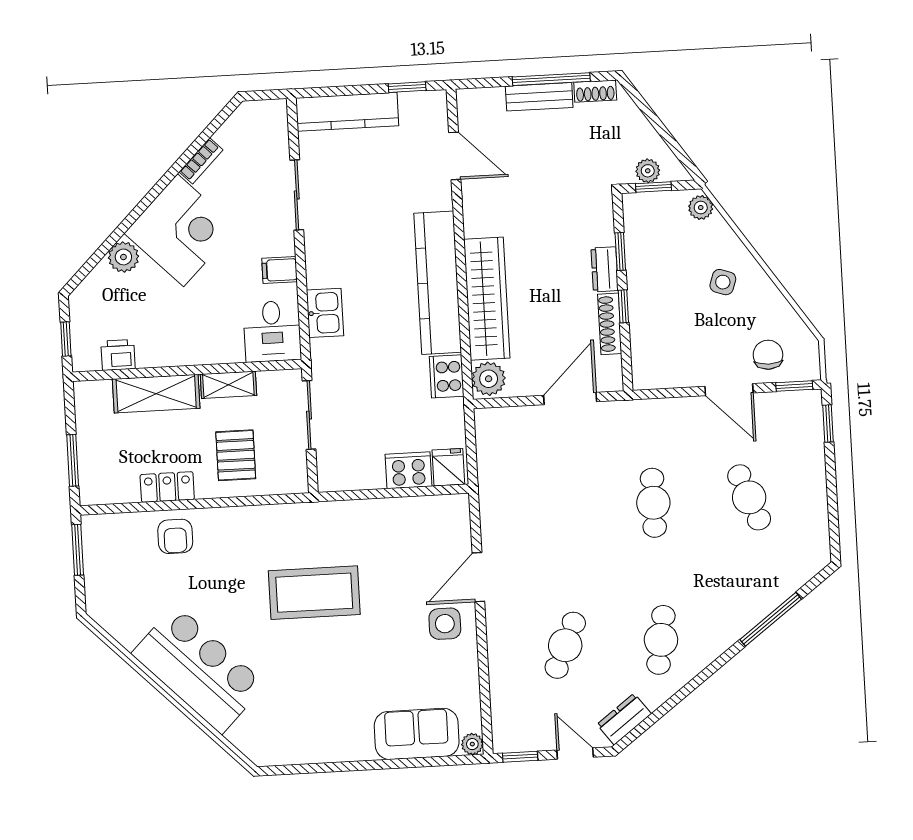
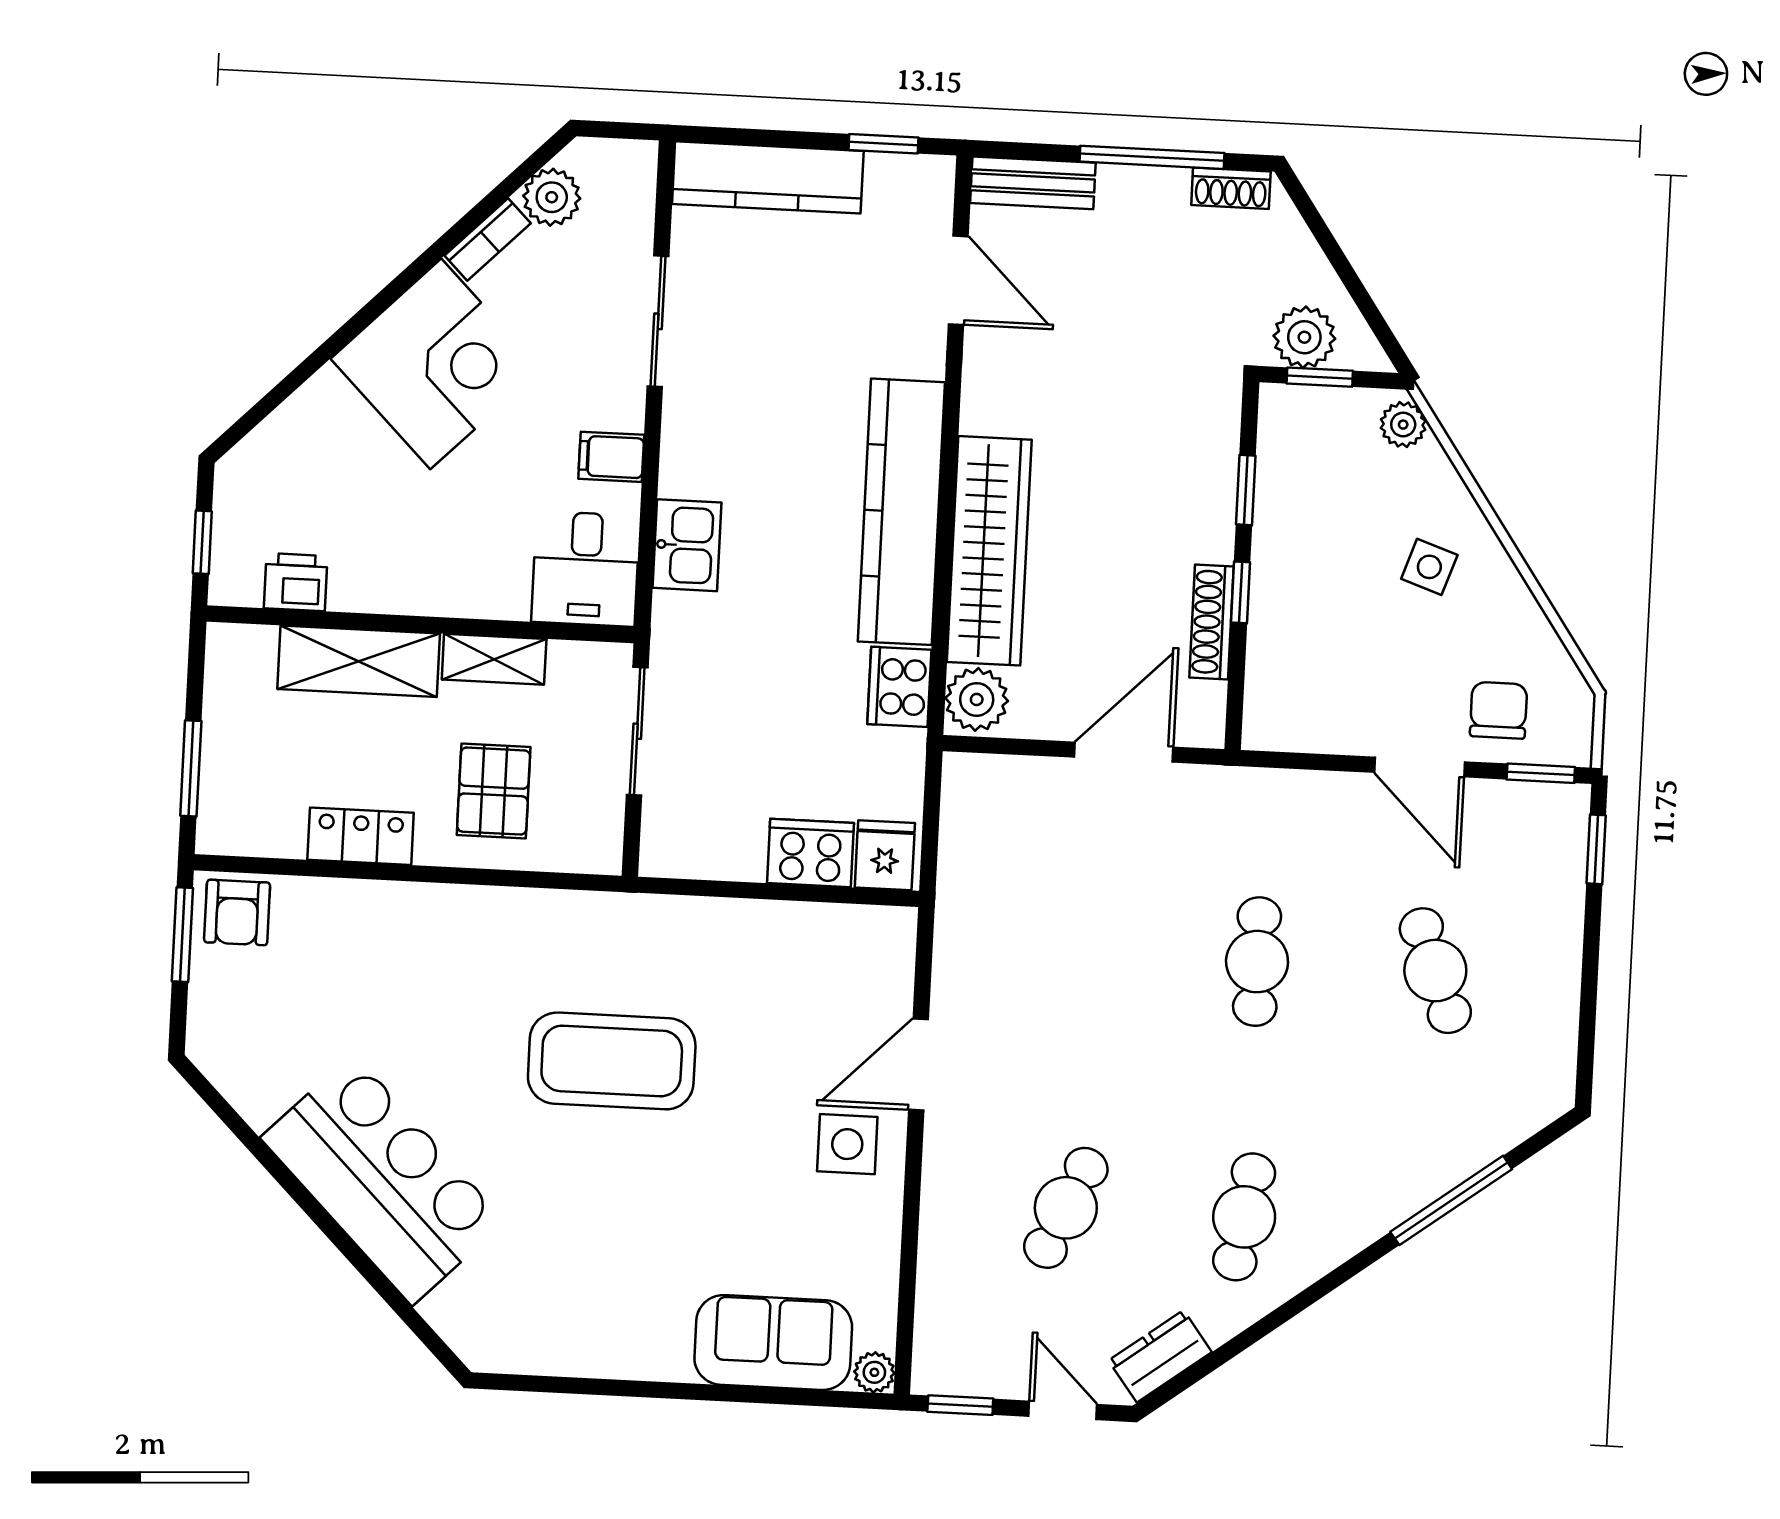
bench: (539, 97) -> (1033, 183), moved
plant: (648, 171) -> (1304, 337), width x1.38, depth x1.38
plant: (123, 257) -> (552, 197), moved
dresser: (605, 269) -> (1213, 520), removed
armchair: (175, 536) -> (237, 912), moved

